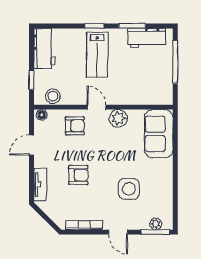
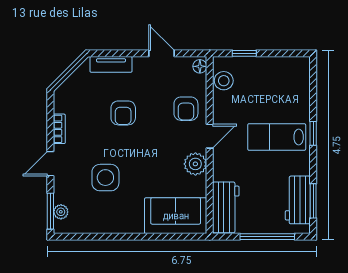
window: (132, 26) -> (313, 201), moved
workbench: (44, 48) -> (226, 207), moved, turned -90
bookcase: (84, 225) -> (59, 129), width x0.64

